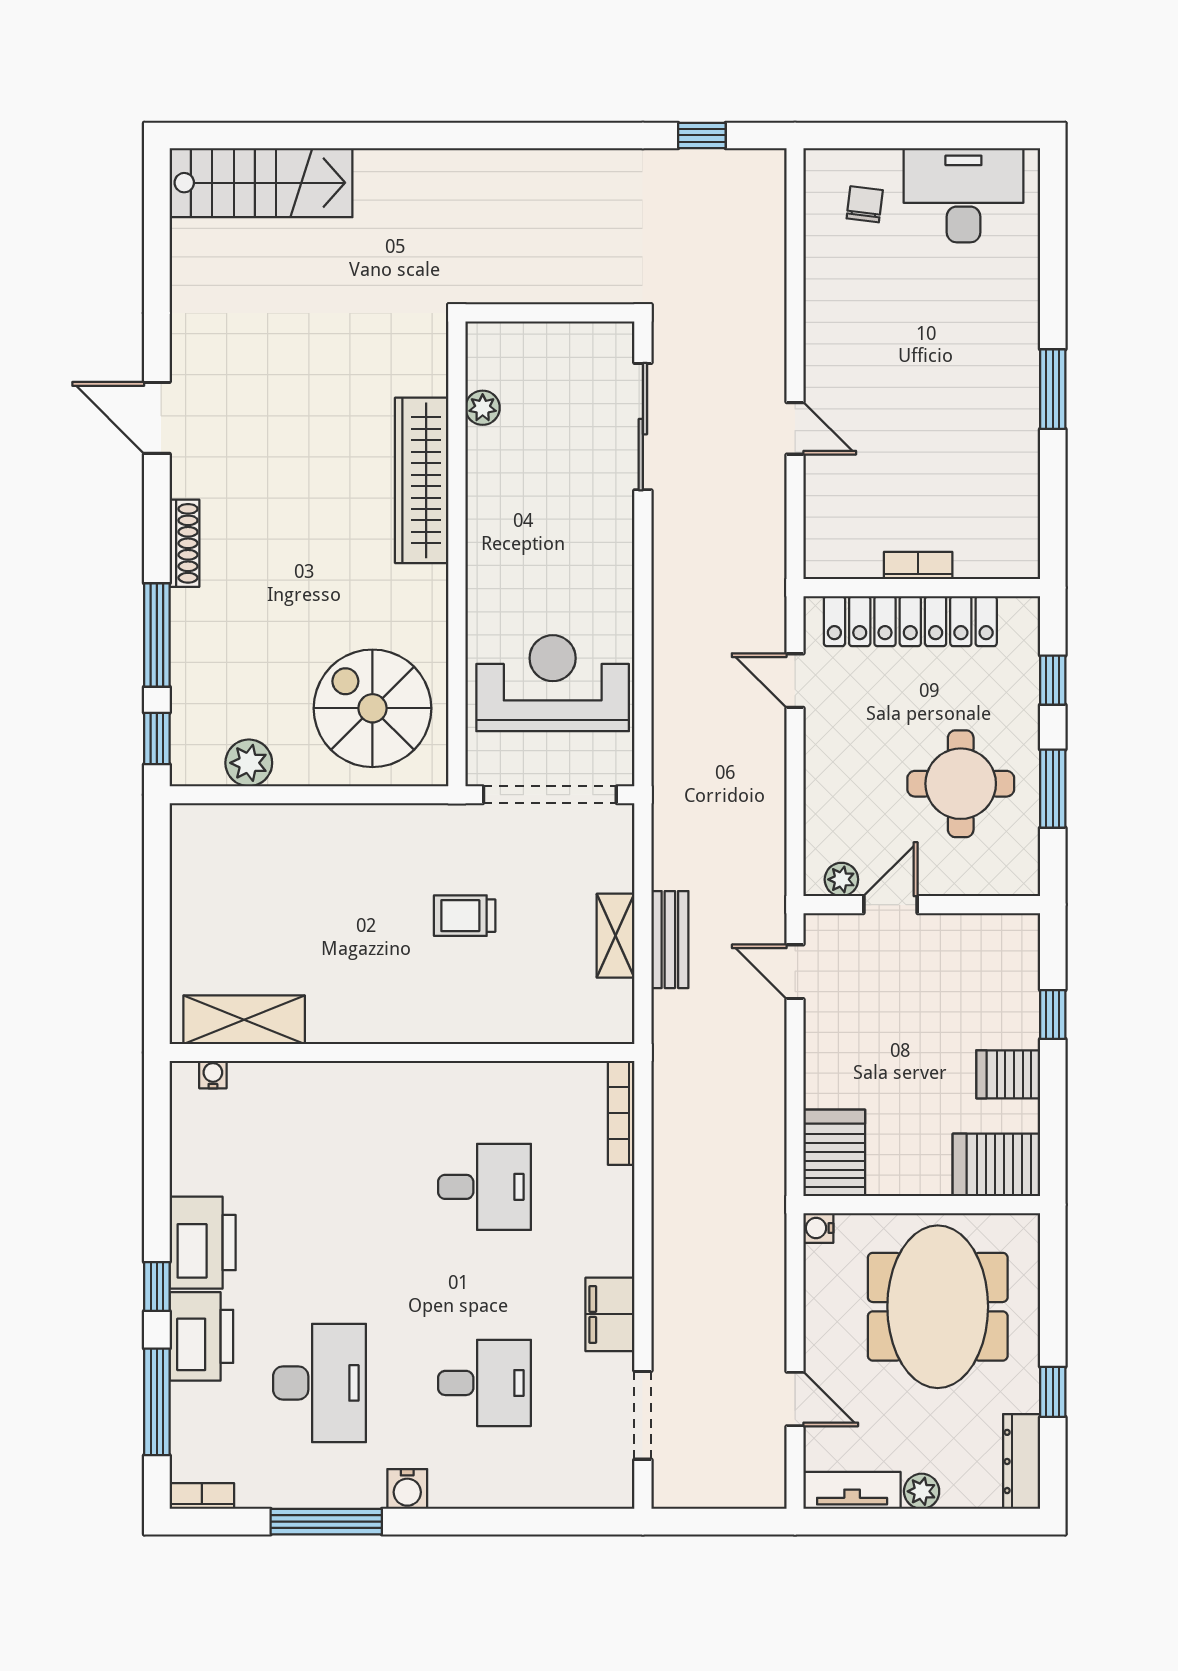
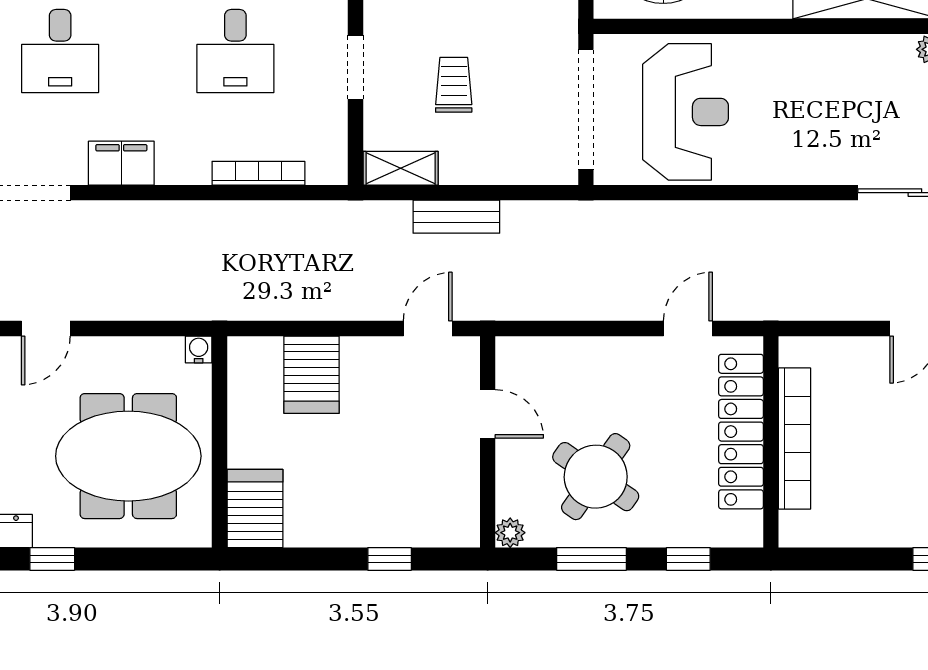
bookcase: (918, 566) -> (795, 439), width x2.31, depth x1.31
round table: (961, 784) -> (596, 477), turned 35
plant: (841, 879) -> (510, 533), moved
trolley: (465, 916) -> (454, 85), moved
shelving: (616, 936) -> (401, 168), moved
doorway: (503, 1052) -> (355, 67), added
server rack: (1008, 1074) -> (336, 519), removed
bookcase: (621, 1113) -> (258, 173), moved
server rack: (834, 1153) -> (312, 375), moved, turned 90

